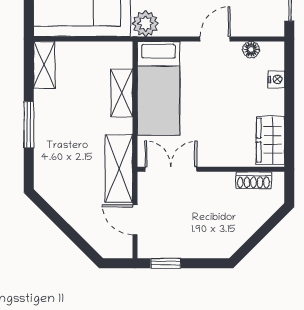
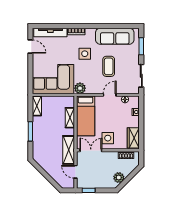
side table: (211, 141) -> (108, 138), added
plant: (237, 233) -> (119, 178), added

